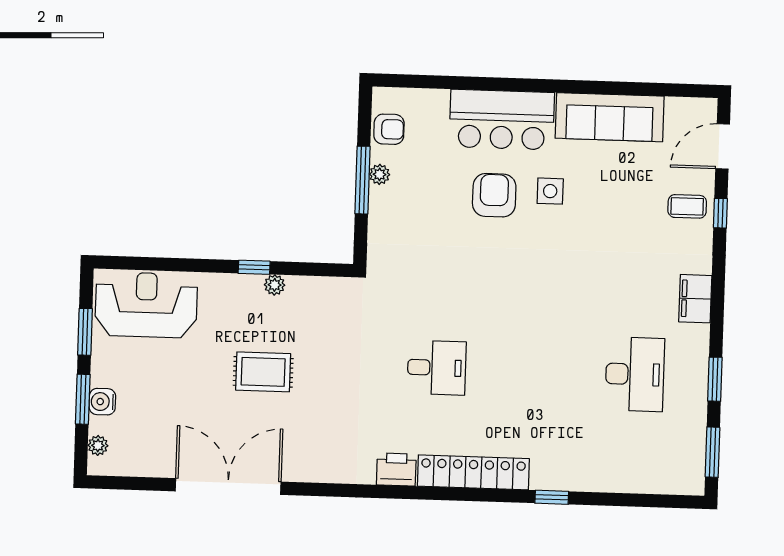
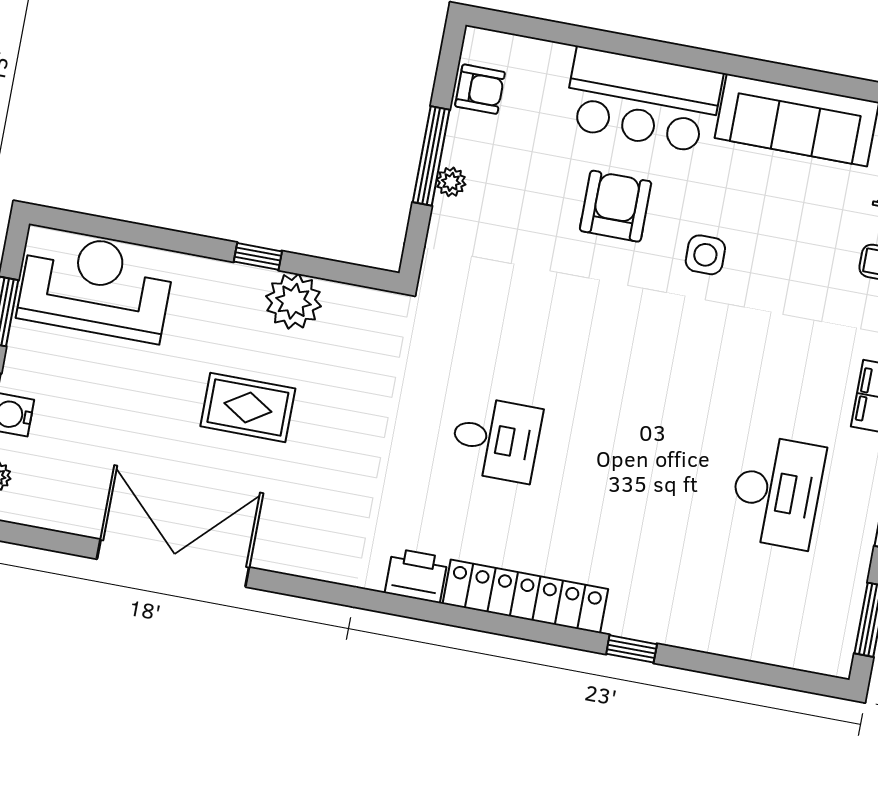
plant: (380, 174) -> (451, 182), moved
side table: (550, 191) -> (705, 255), moved
plant: (275, 285) -> (293, 301), width x1.88, depth x1.88

